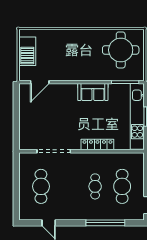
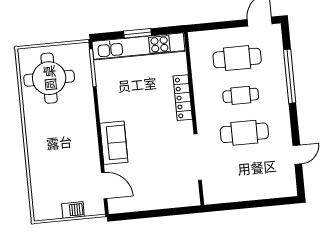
barbecue: (27, 51) -> (73, 210), width x0.53, depth x0.65
sofa: (93, 92) -> (114, 143), moved
cafe table: (41, 186) -> (244, 133), moved

